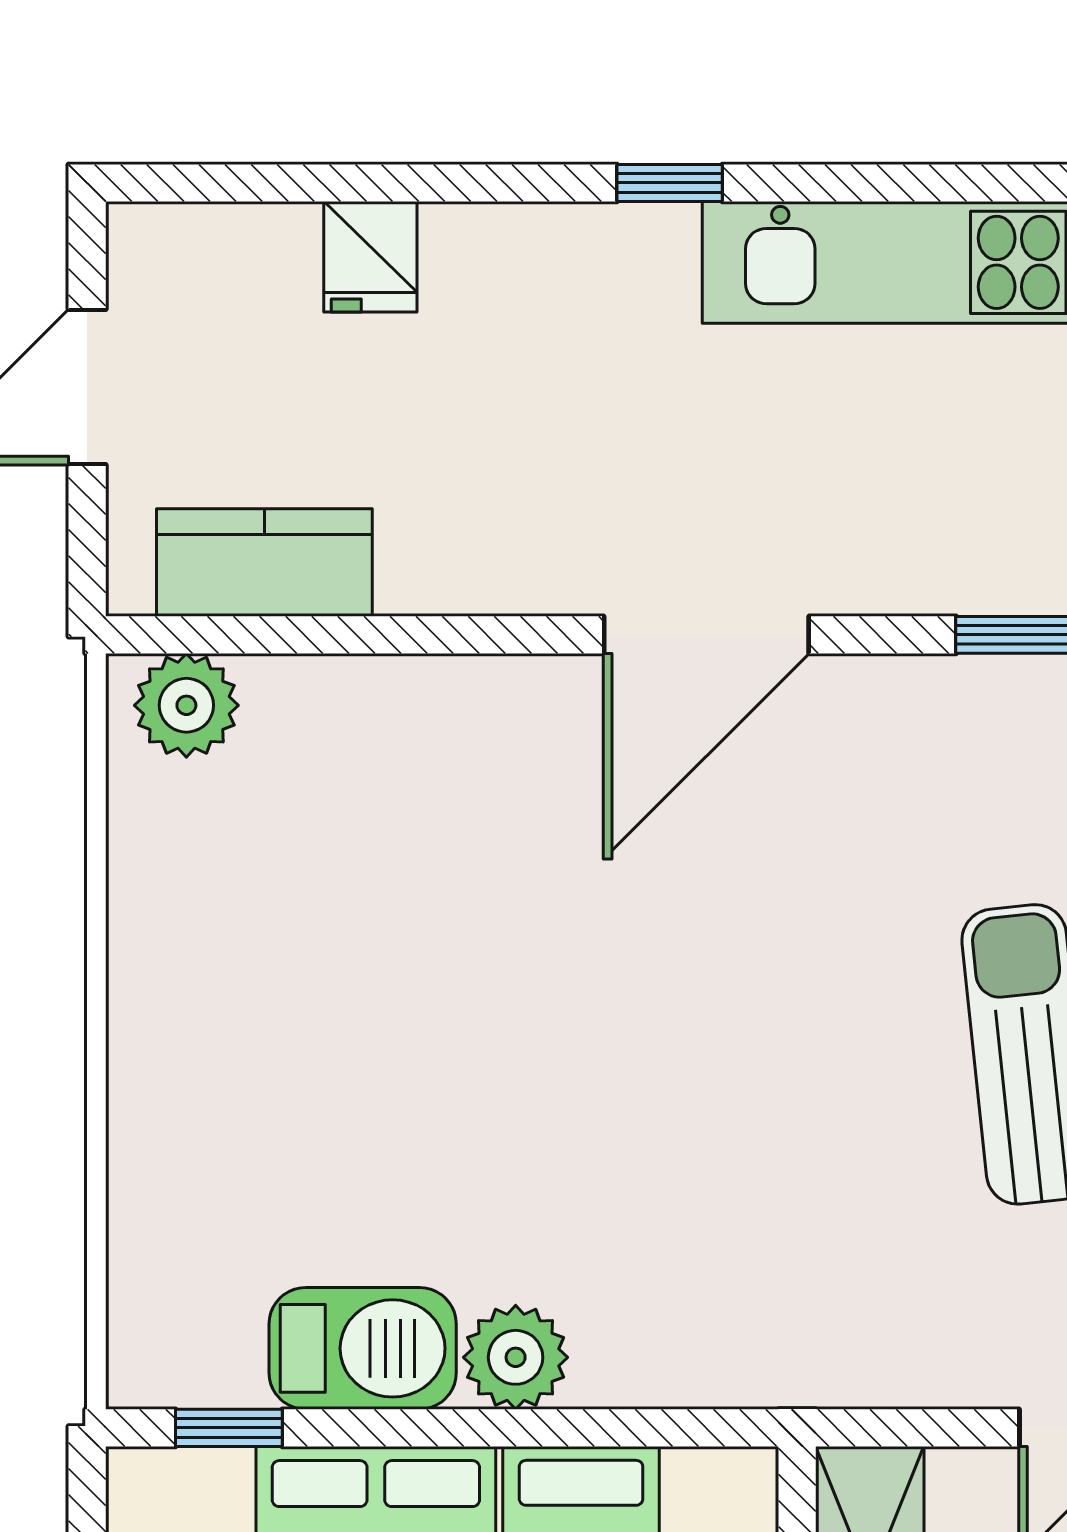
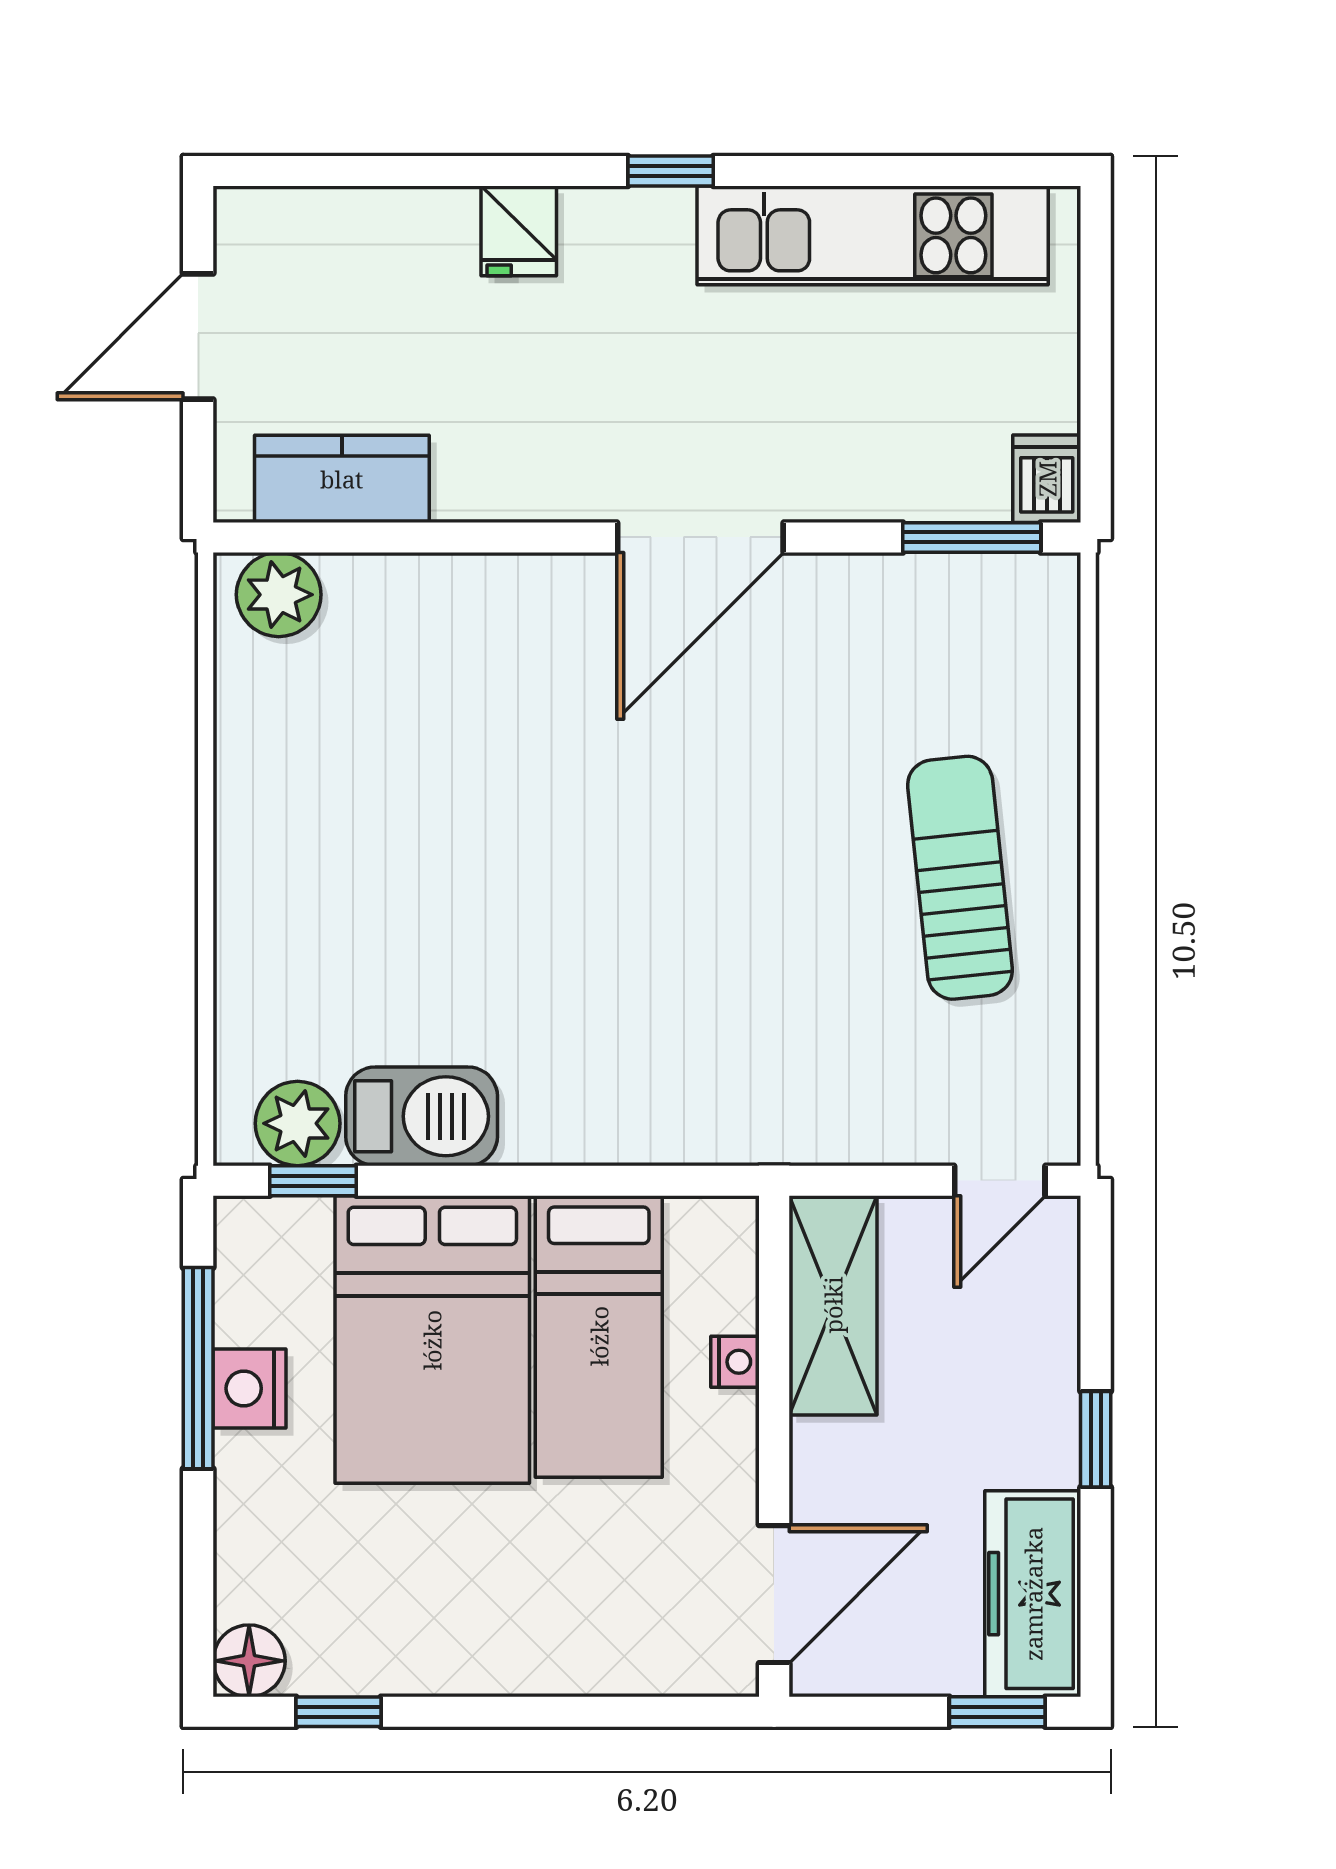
fridge: (370, 257) -> (519, 231), moved
plant: (516, 1357) -> (298, 1123), moved

